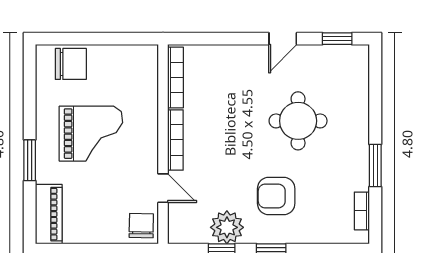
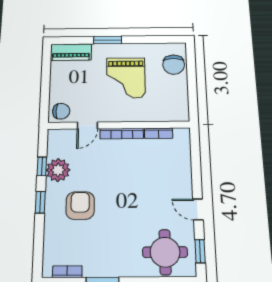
bookcase: (175, 77) -> (159, 133), width x0.64
round table: (298, 121) -> (165, 252), moved

